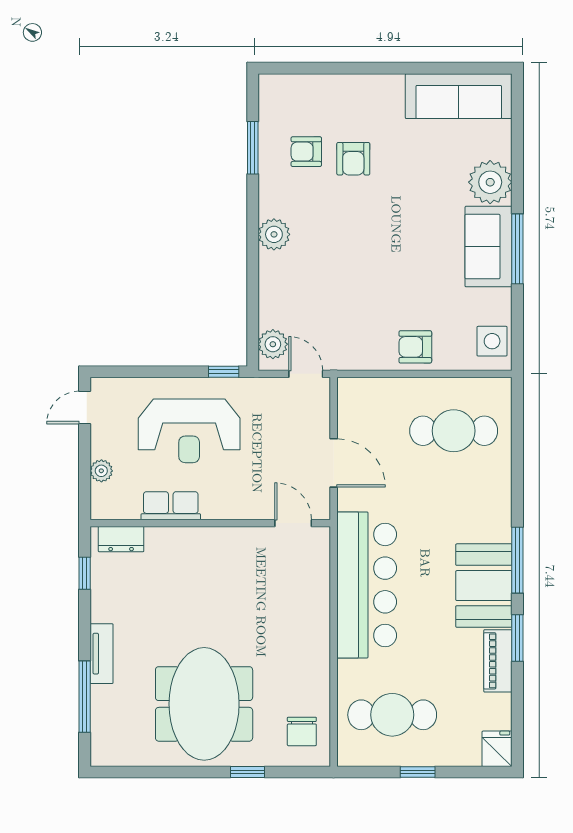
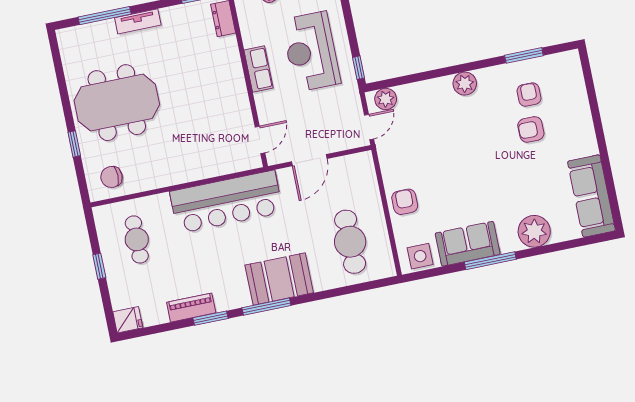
sofa: (489, 247) -> (468, 244), moved
row of seats: (171, 506) -> (258, 69), moved
booth: (484, 586) -> (279, 279), moved
cafe table: (392, 715) -> (137, 239), width x0.73, depth x0.74

